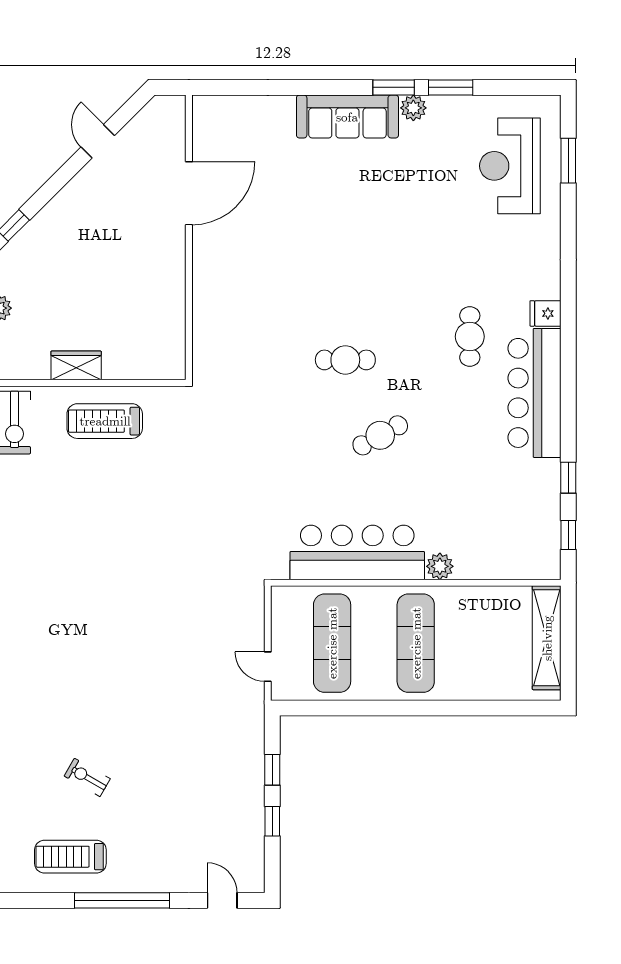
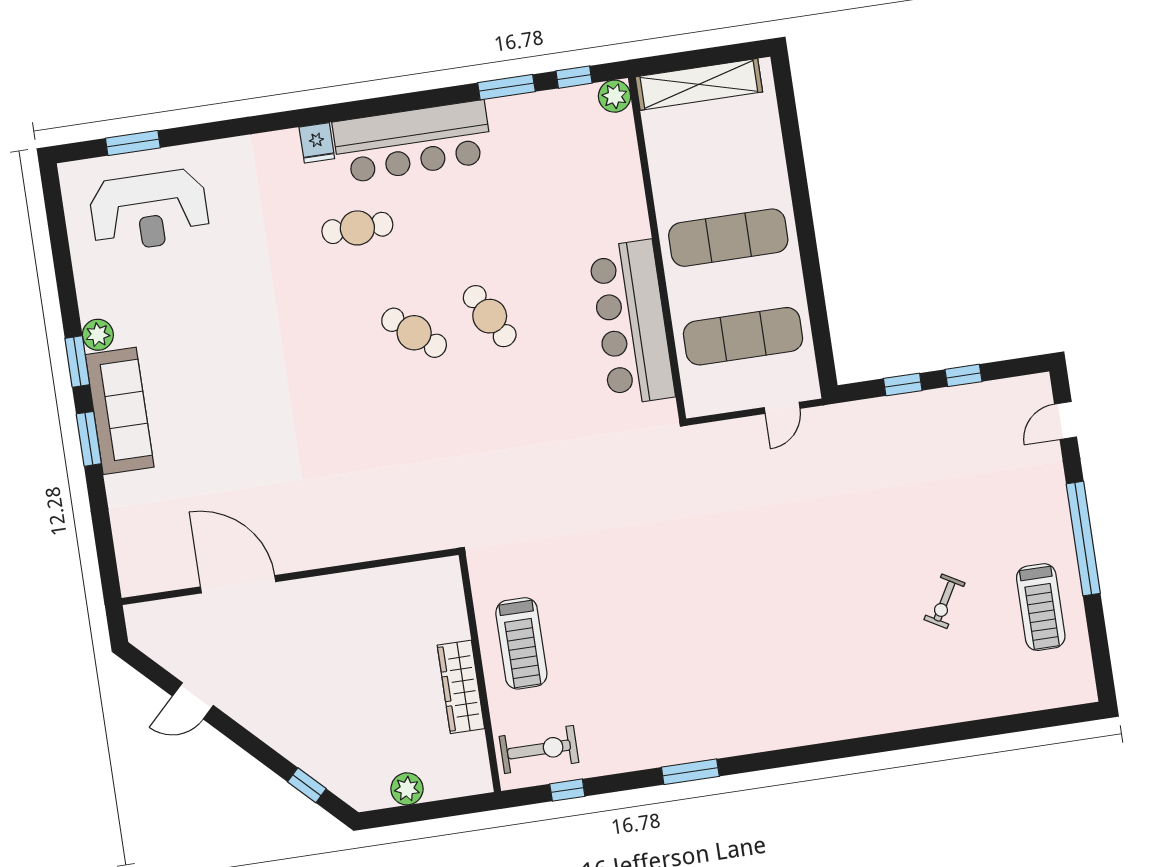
window: (451, 87) -> (89, 439), moved
cafe table: (345, 360) -> (414, 333), moved, turned -50
wardrobe: (76, 365) -> (461, 687), width x1.50
window: (568, 478) -> (506, 87), width x1.50
plant: (440, 566) -> (615, 96), moved

